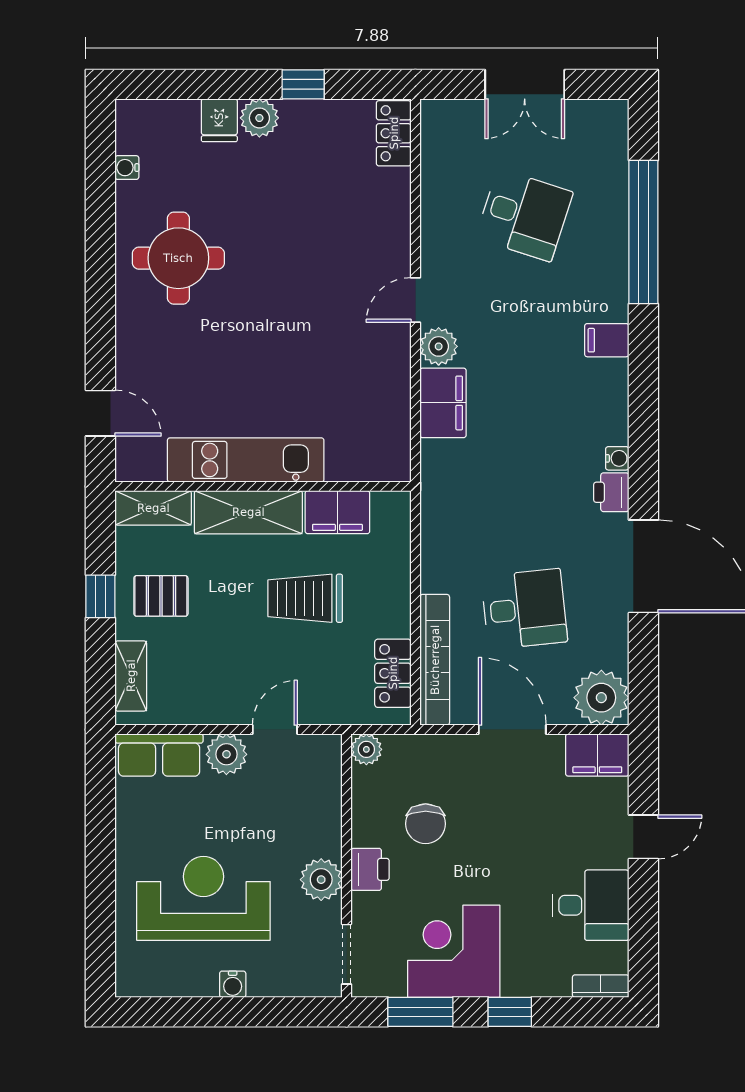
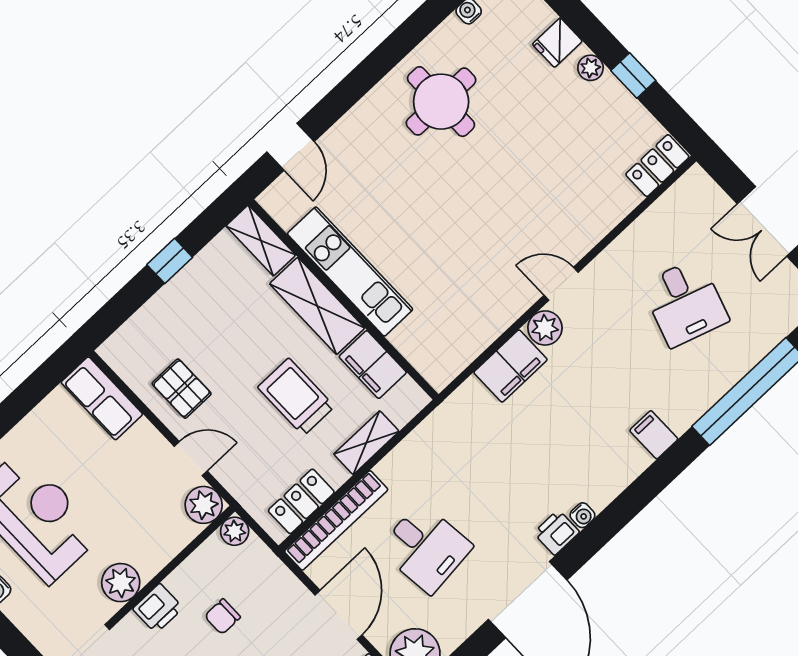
plant: (259, 118) -> (591, 68), width x0.73, depth x0.73
pallet: (161, 596) -> (182, 389), moved
shelving: (131, 676) -> (366, 443), moved
plant: (226, 754) -> (204, 505), moved
chair: (426, 824) -> (222, 617), width x0.73, depth x0.73

